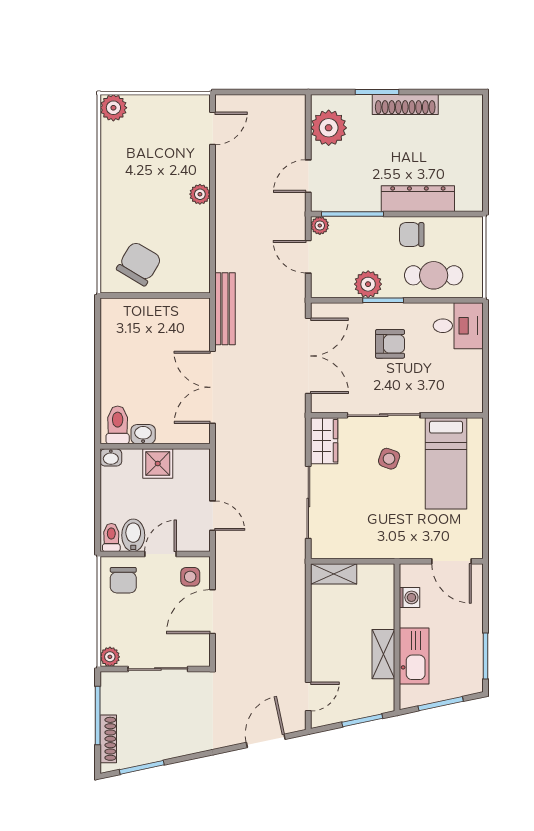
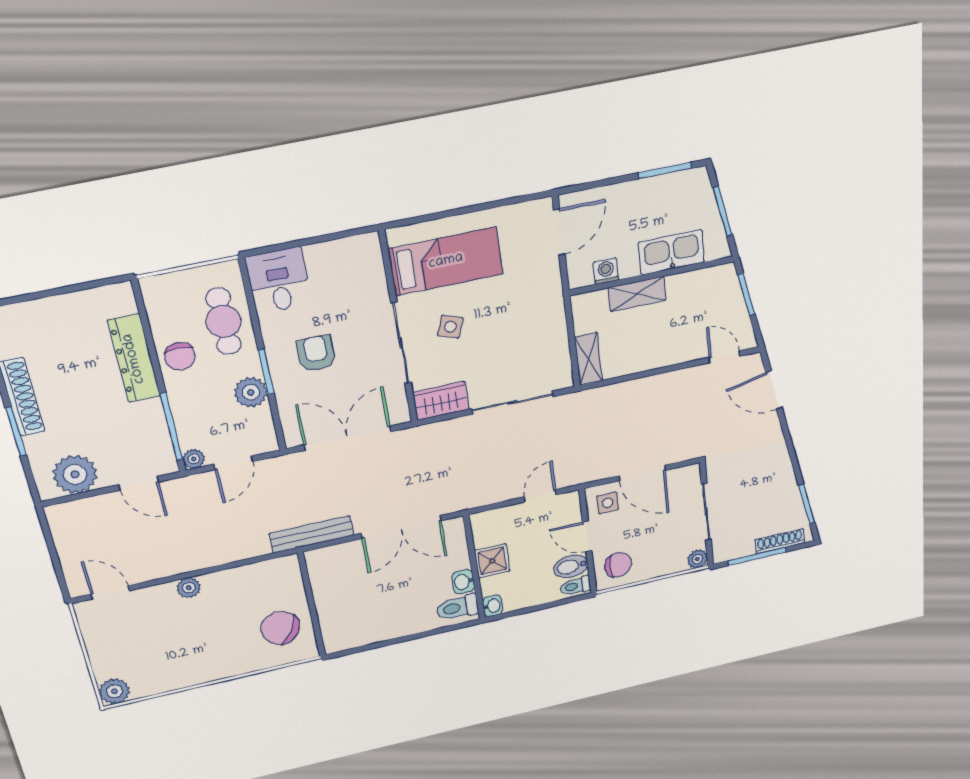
shelving: (383, 654) -> (637, 294), moved

